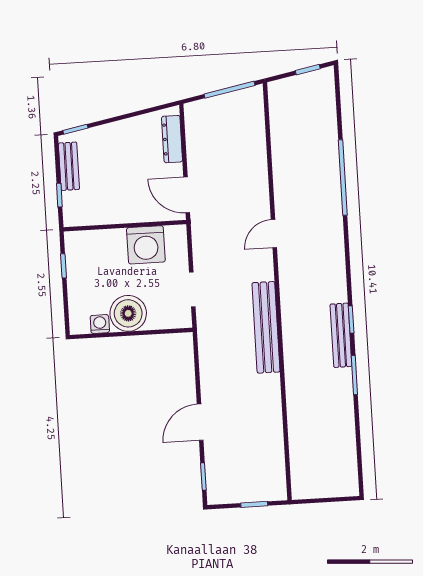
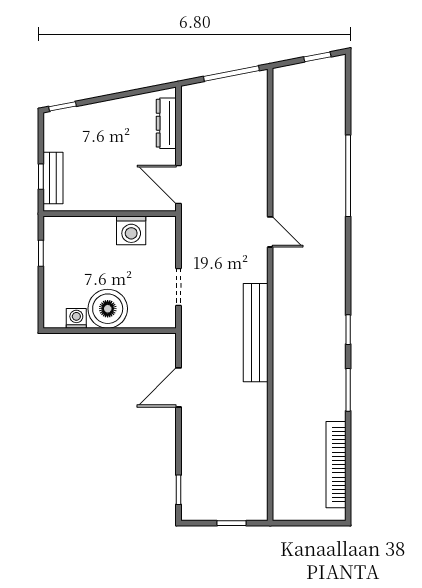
bench: (69, 166) -> (53, 178), moved
door: (274, 234) -> (270, 232), swing flipped
washing machine: (146, 245) -> (131, 230), width x0.73, depth x0.73
bench: (341, 335) -> (336, 346), removed
door: (200, 422) -> (178, 387), moved
bookcase: (347, 445) -> (336, 465), added

